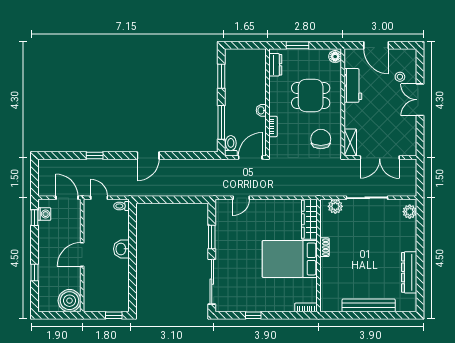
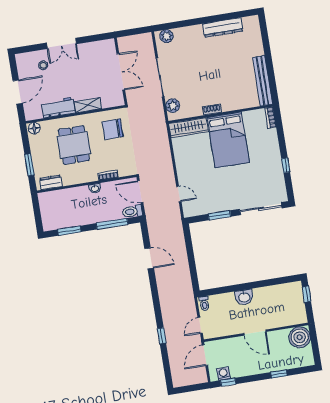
shelving: (350, 142) -> (88, 105), moved
door: (148, 155) -> (149, 258), moved
bench: (369, 305) -> (263, 81), moved

